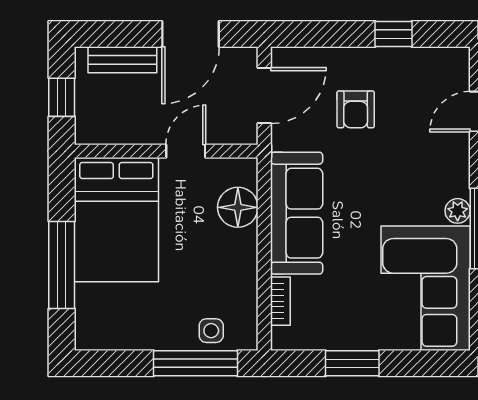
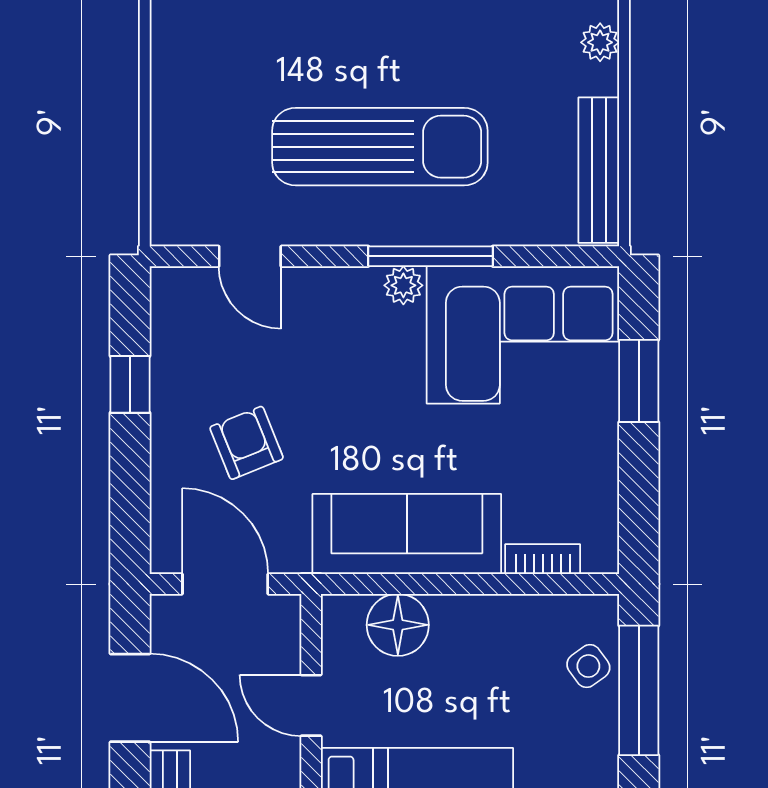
armchair: (356, 109) -> (247, 443), turned -112
side table: (211, 331) -> (588, 666), turned -36
window: (352, 363) -> (639, 381), moved

